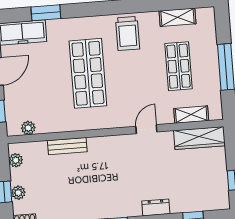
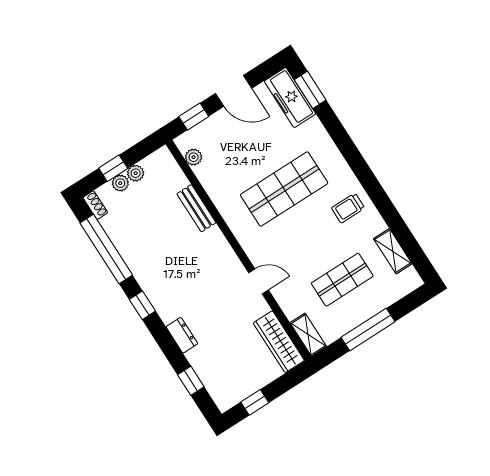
window: (46, 13) -> (310, 90), moved
trolley: (128, 33) -> (348, 208), width x0.73, depth x0.72
shelving: (191, 115) -> (308, 335), moved
plant: (16, 160) -> (136, 173), moved

